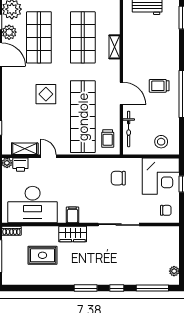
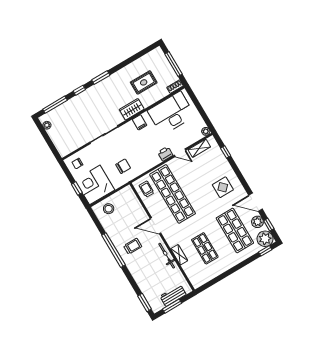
shop shelf: (83, 37) -> (205, 248), width x0.70, depth x0.74
display table: (46, 94) -> (223, 187), moved
bicycle: (129, 129) -> (167, 256), moved
printer: (20, 165) -> (165, 154), moved

